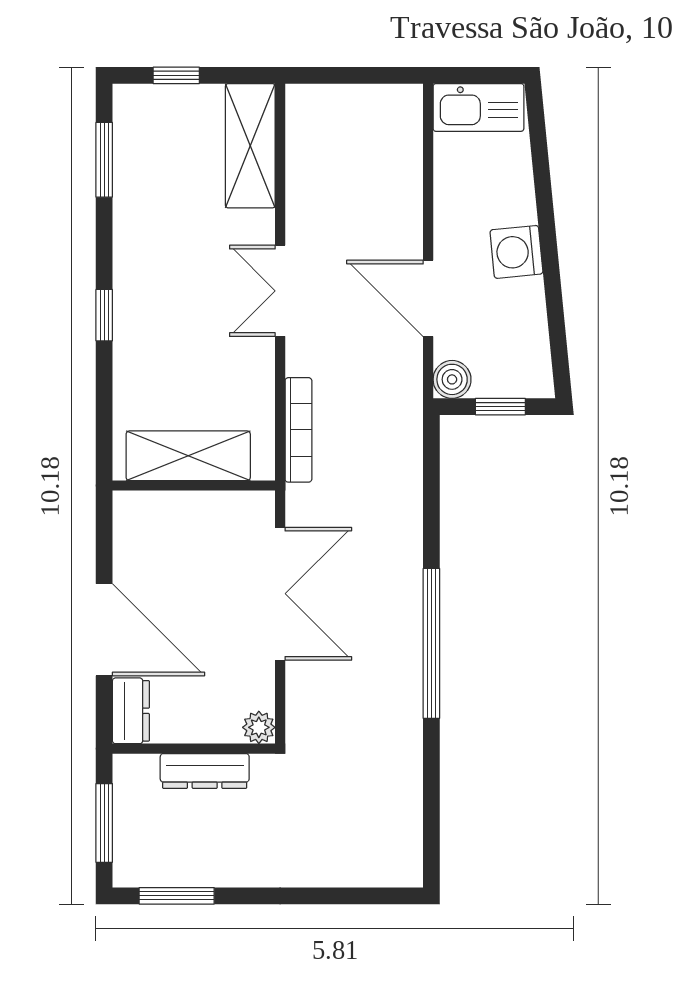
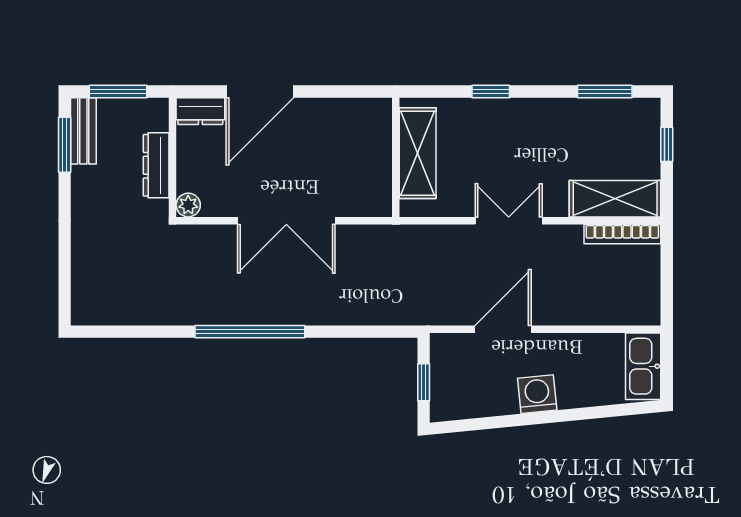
boiler: (452, 379) -> (444, 347), removed
bookcase: (298, 430) -> (622, 234), moved
shelving: (188, 456) -> (418, 153), moved
wall: (194, 486) -> (396, 157), moved
bench: (158, 870) -> (83, 131), added

